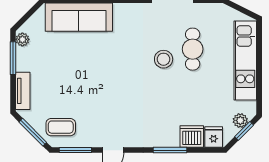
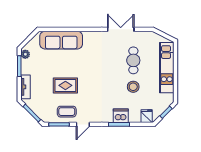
stool: (164, 59) -> (133, 87), moved
rug: (86, 89) -> (65, 85), added
plant: (240, 120) -> (164, 106), removed
coffee table: (61, 127) -> (67, 112), moved
dishwasher: (192, 136) -> (121, 116), moved

